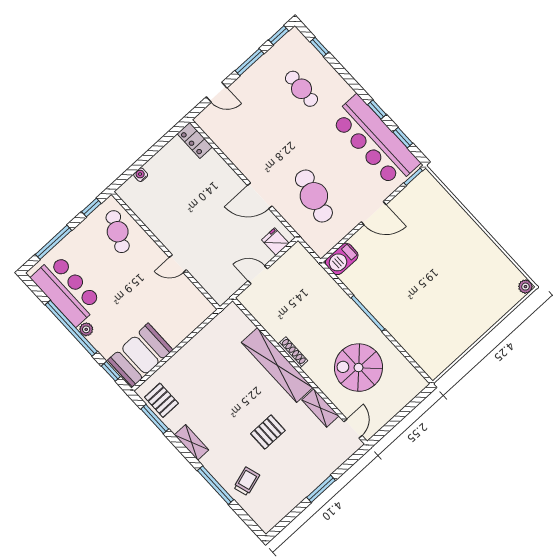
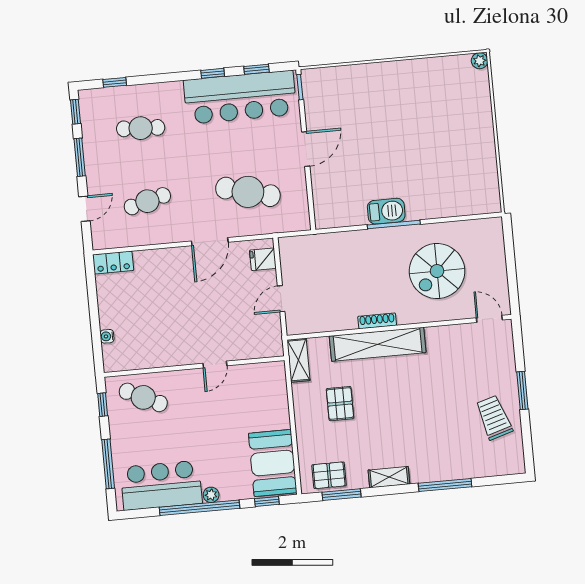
cafe table: (255, 132) -> (147, 201), added
barbecue: (342, 259) -> (386, 211), moved, turned -90
shelving: (320, 408) -> (298, 360), moved, turned 90
pallet: (268, 432) -> (340, 404), moved
trolley: (247, 481) -> (494, 418), moved, width x1.36, depth x1.39

